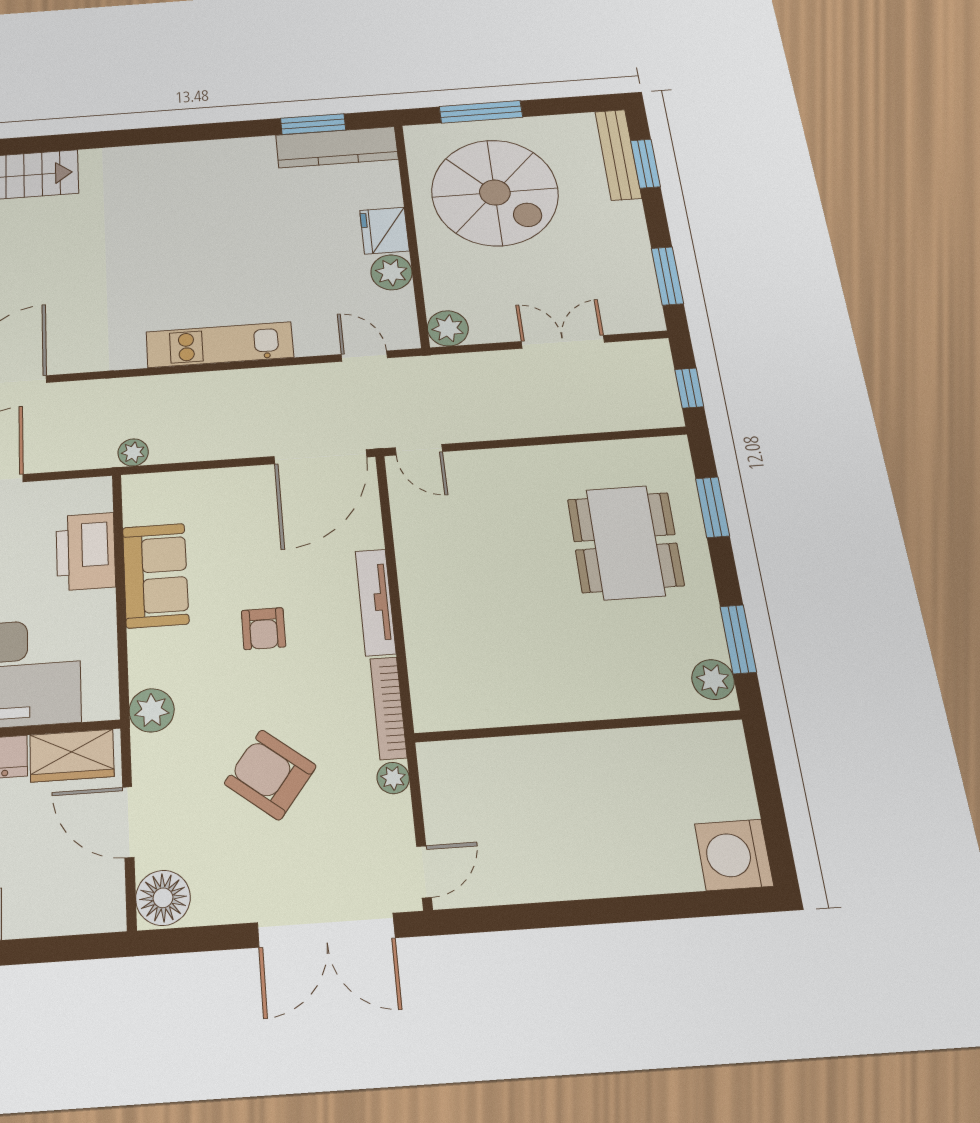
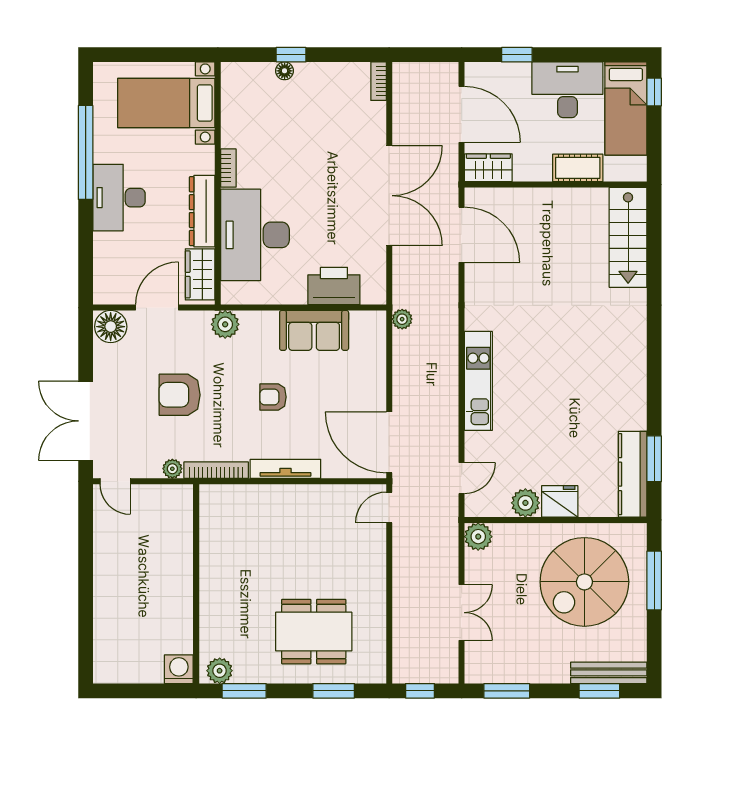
armchair: (270, 775) -> (180, 395), turned -128
washing machine: (734, 855) -> (179, 669), moved, width x0.73, depth x0.73

